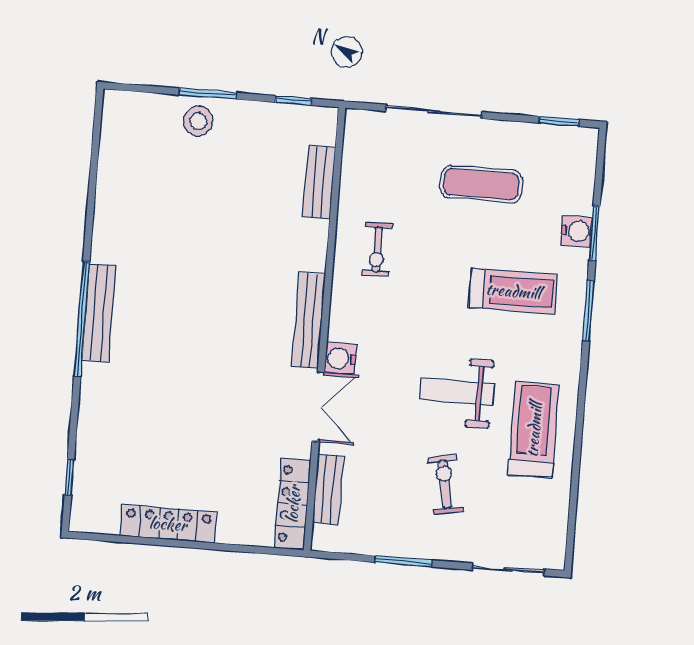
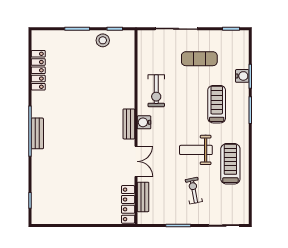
stool: (198, 121) -> (103, 40), moved
bench: (319, 182) -> (129, 63), removed
exercise bike: (377, 250) -> (156, 91), width x1.38, depth x1.39
treadmill: (513, 291) -> (217, 104), turned -90
bench: (99, 313) -> (37, 133), width x0.73
bench: (309, 320) -> (129, 124), width x0.73
water cooler: (341, 359) -> (144, 122), moved
locker: (168, 524) -> (38, 70), moved, turned 90

